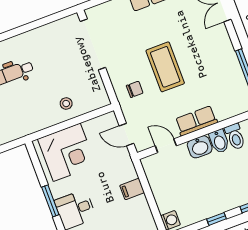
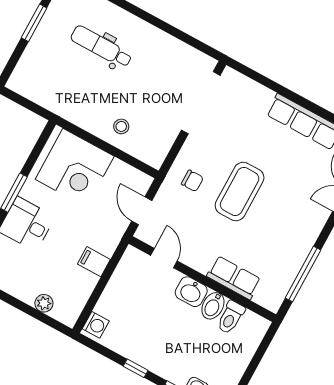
row of seats: (196, 121) -> (234, 278), moved

